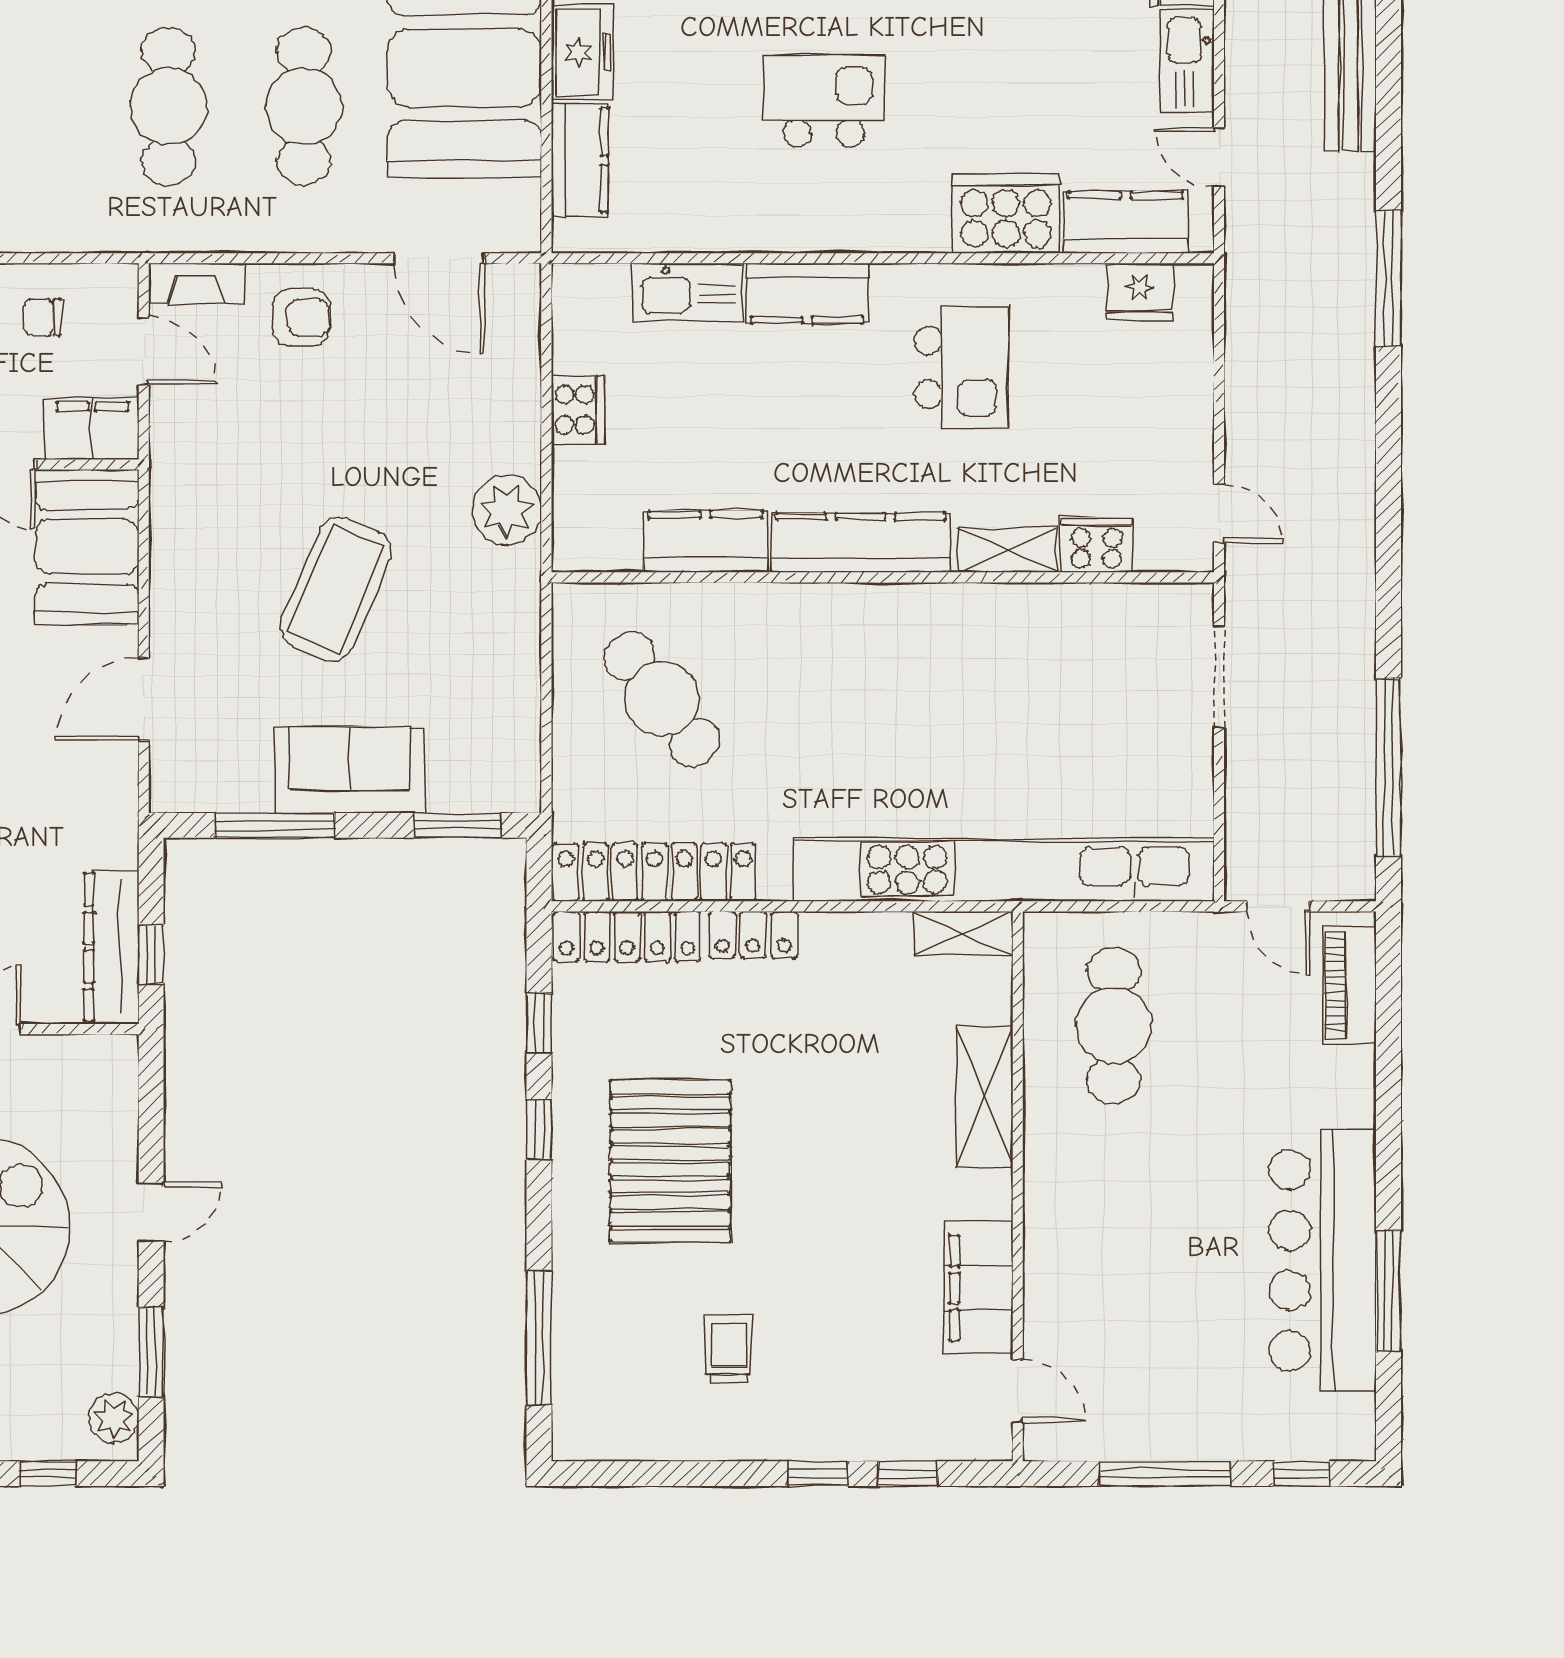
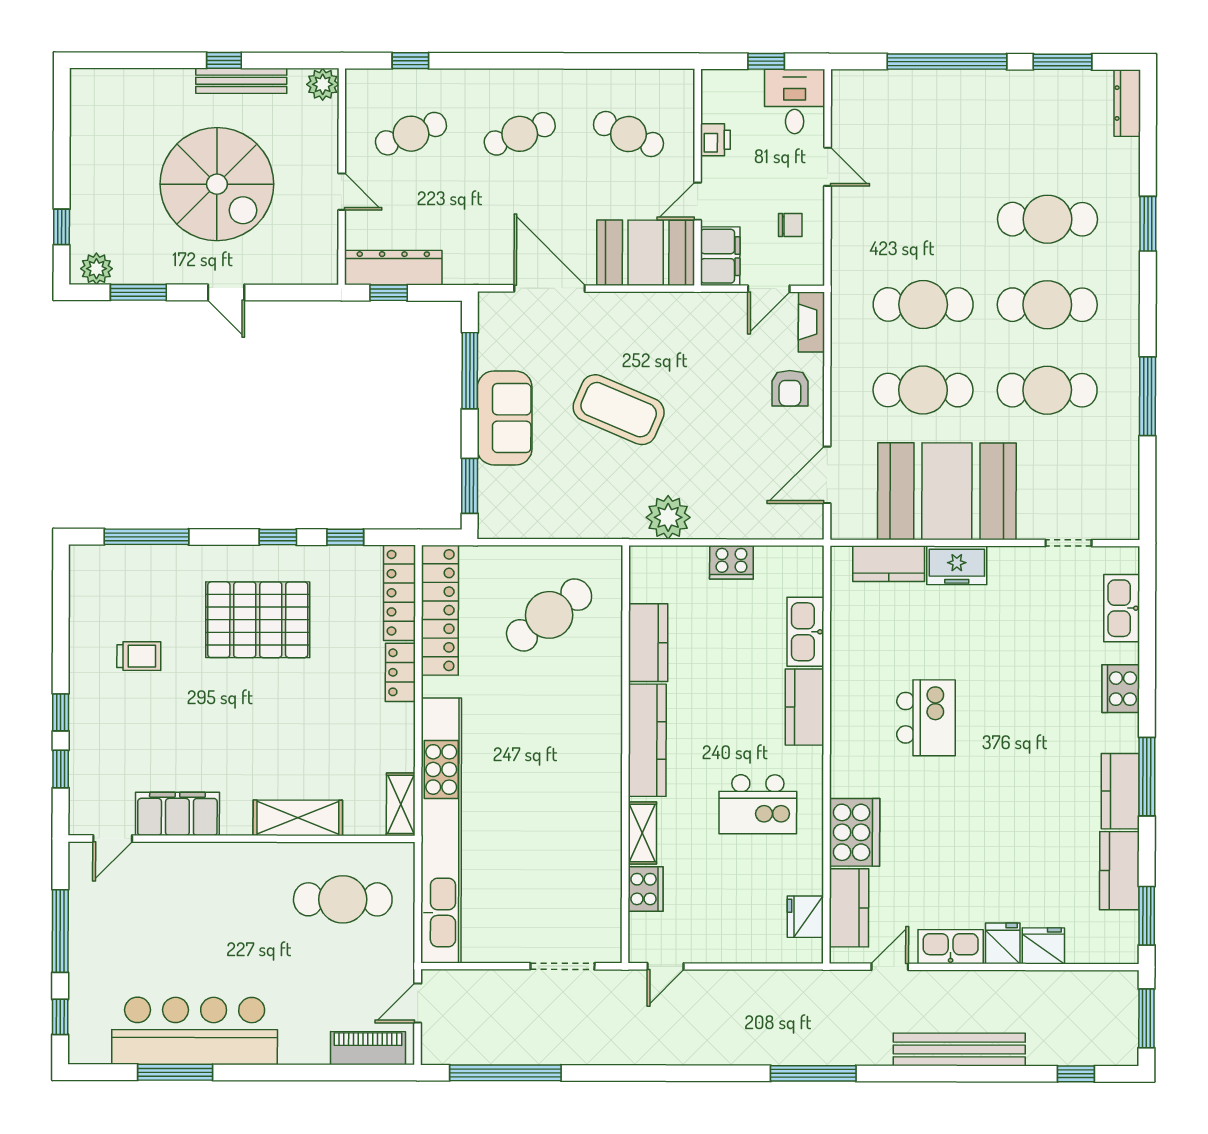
chair: (43, 317) -> (790, 225), turned 90
door: (144, 699) -> (549, 288), width x1.36

